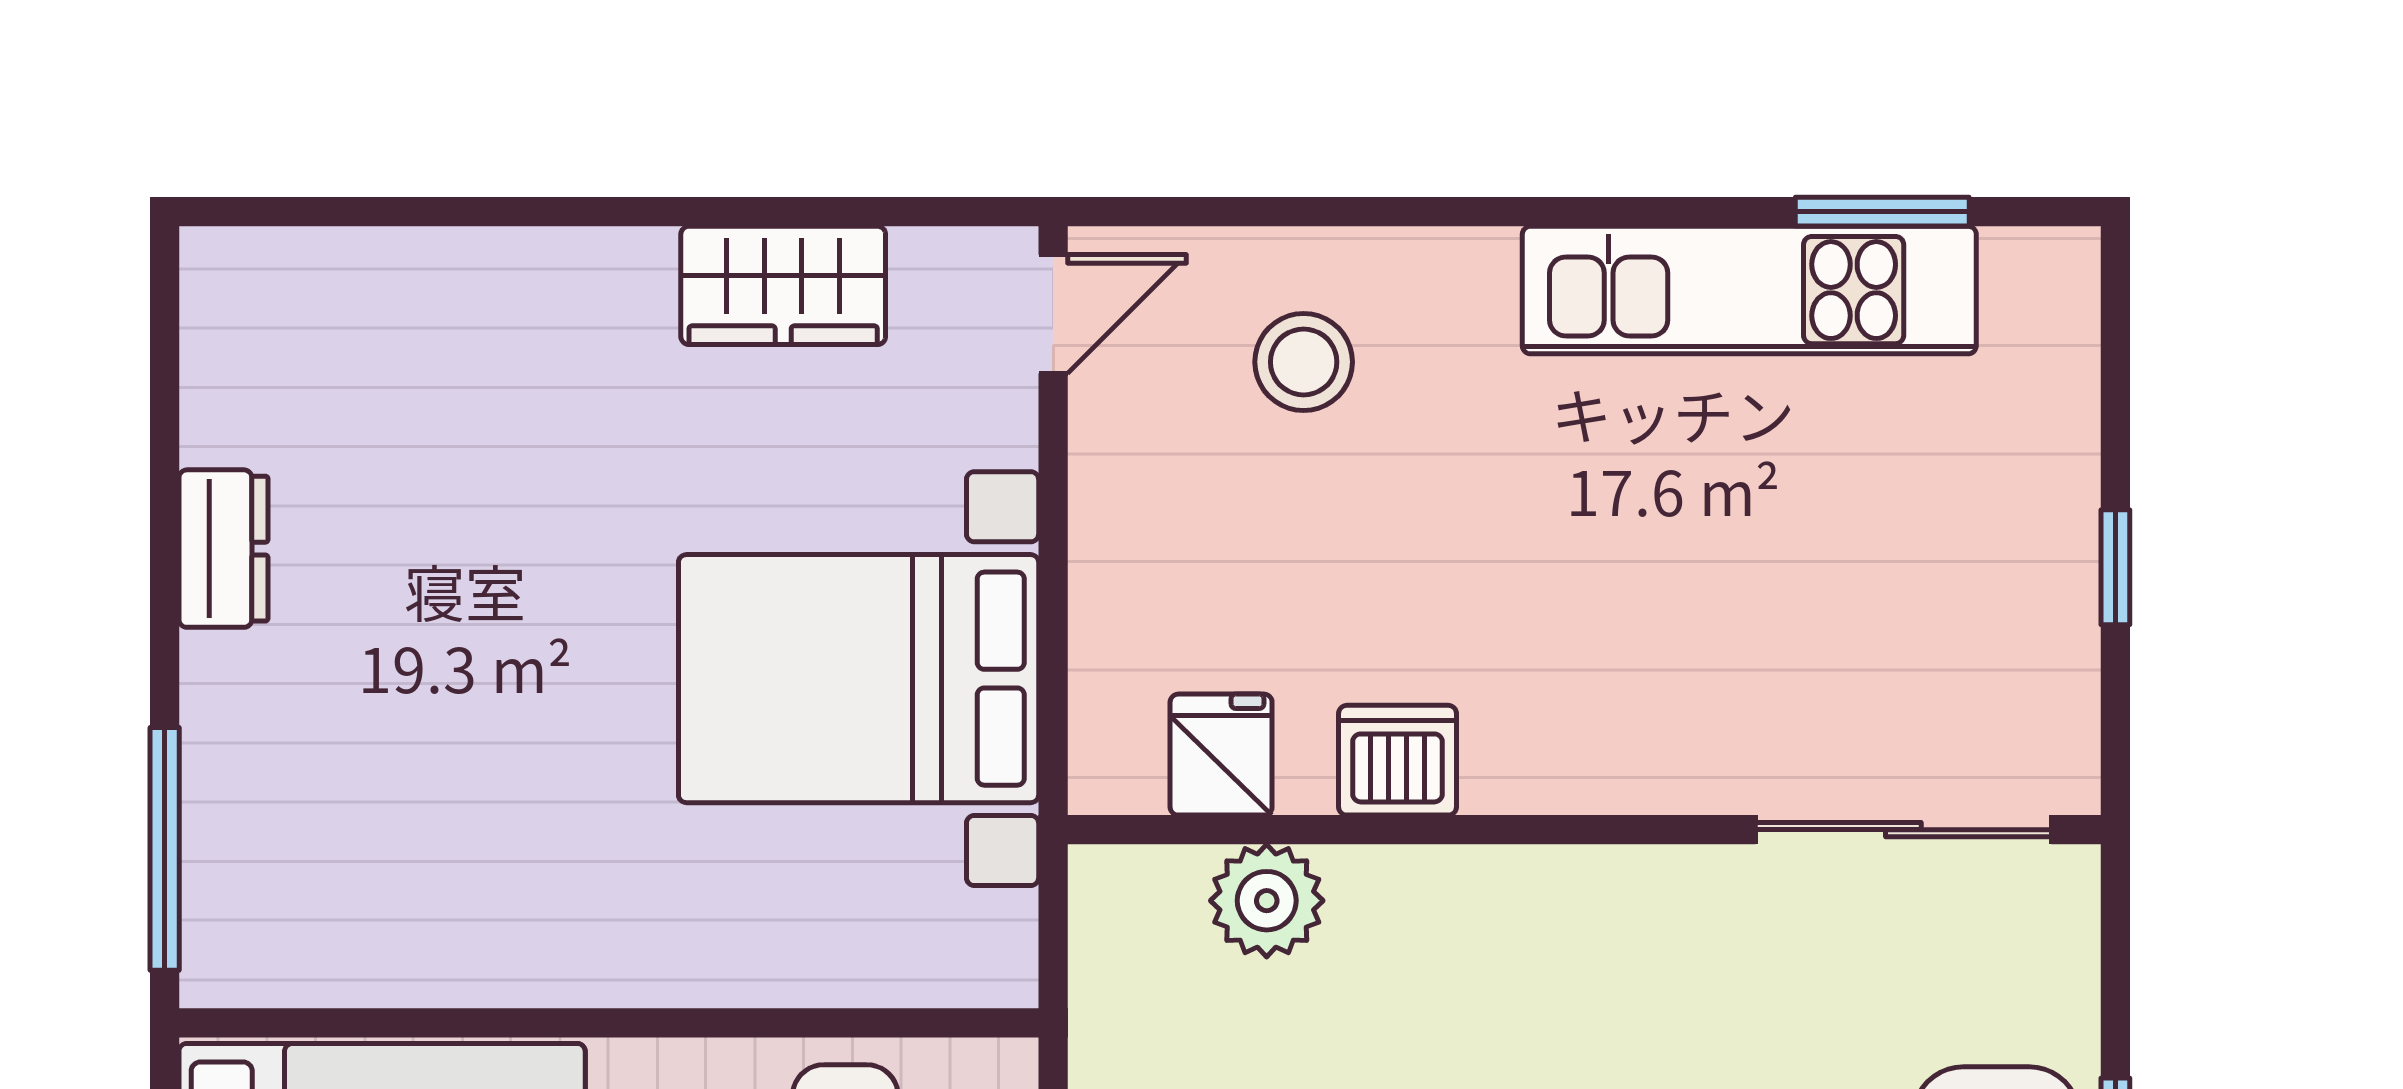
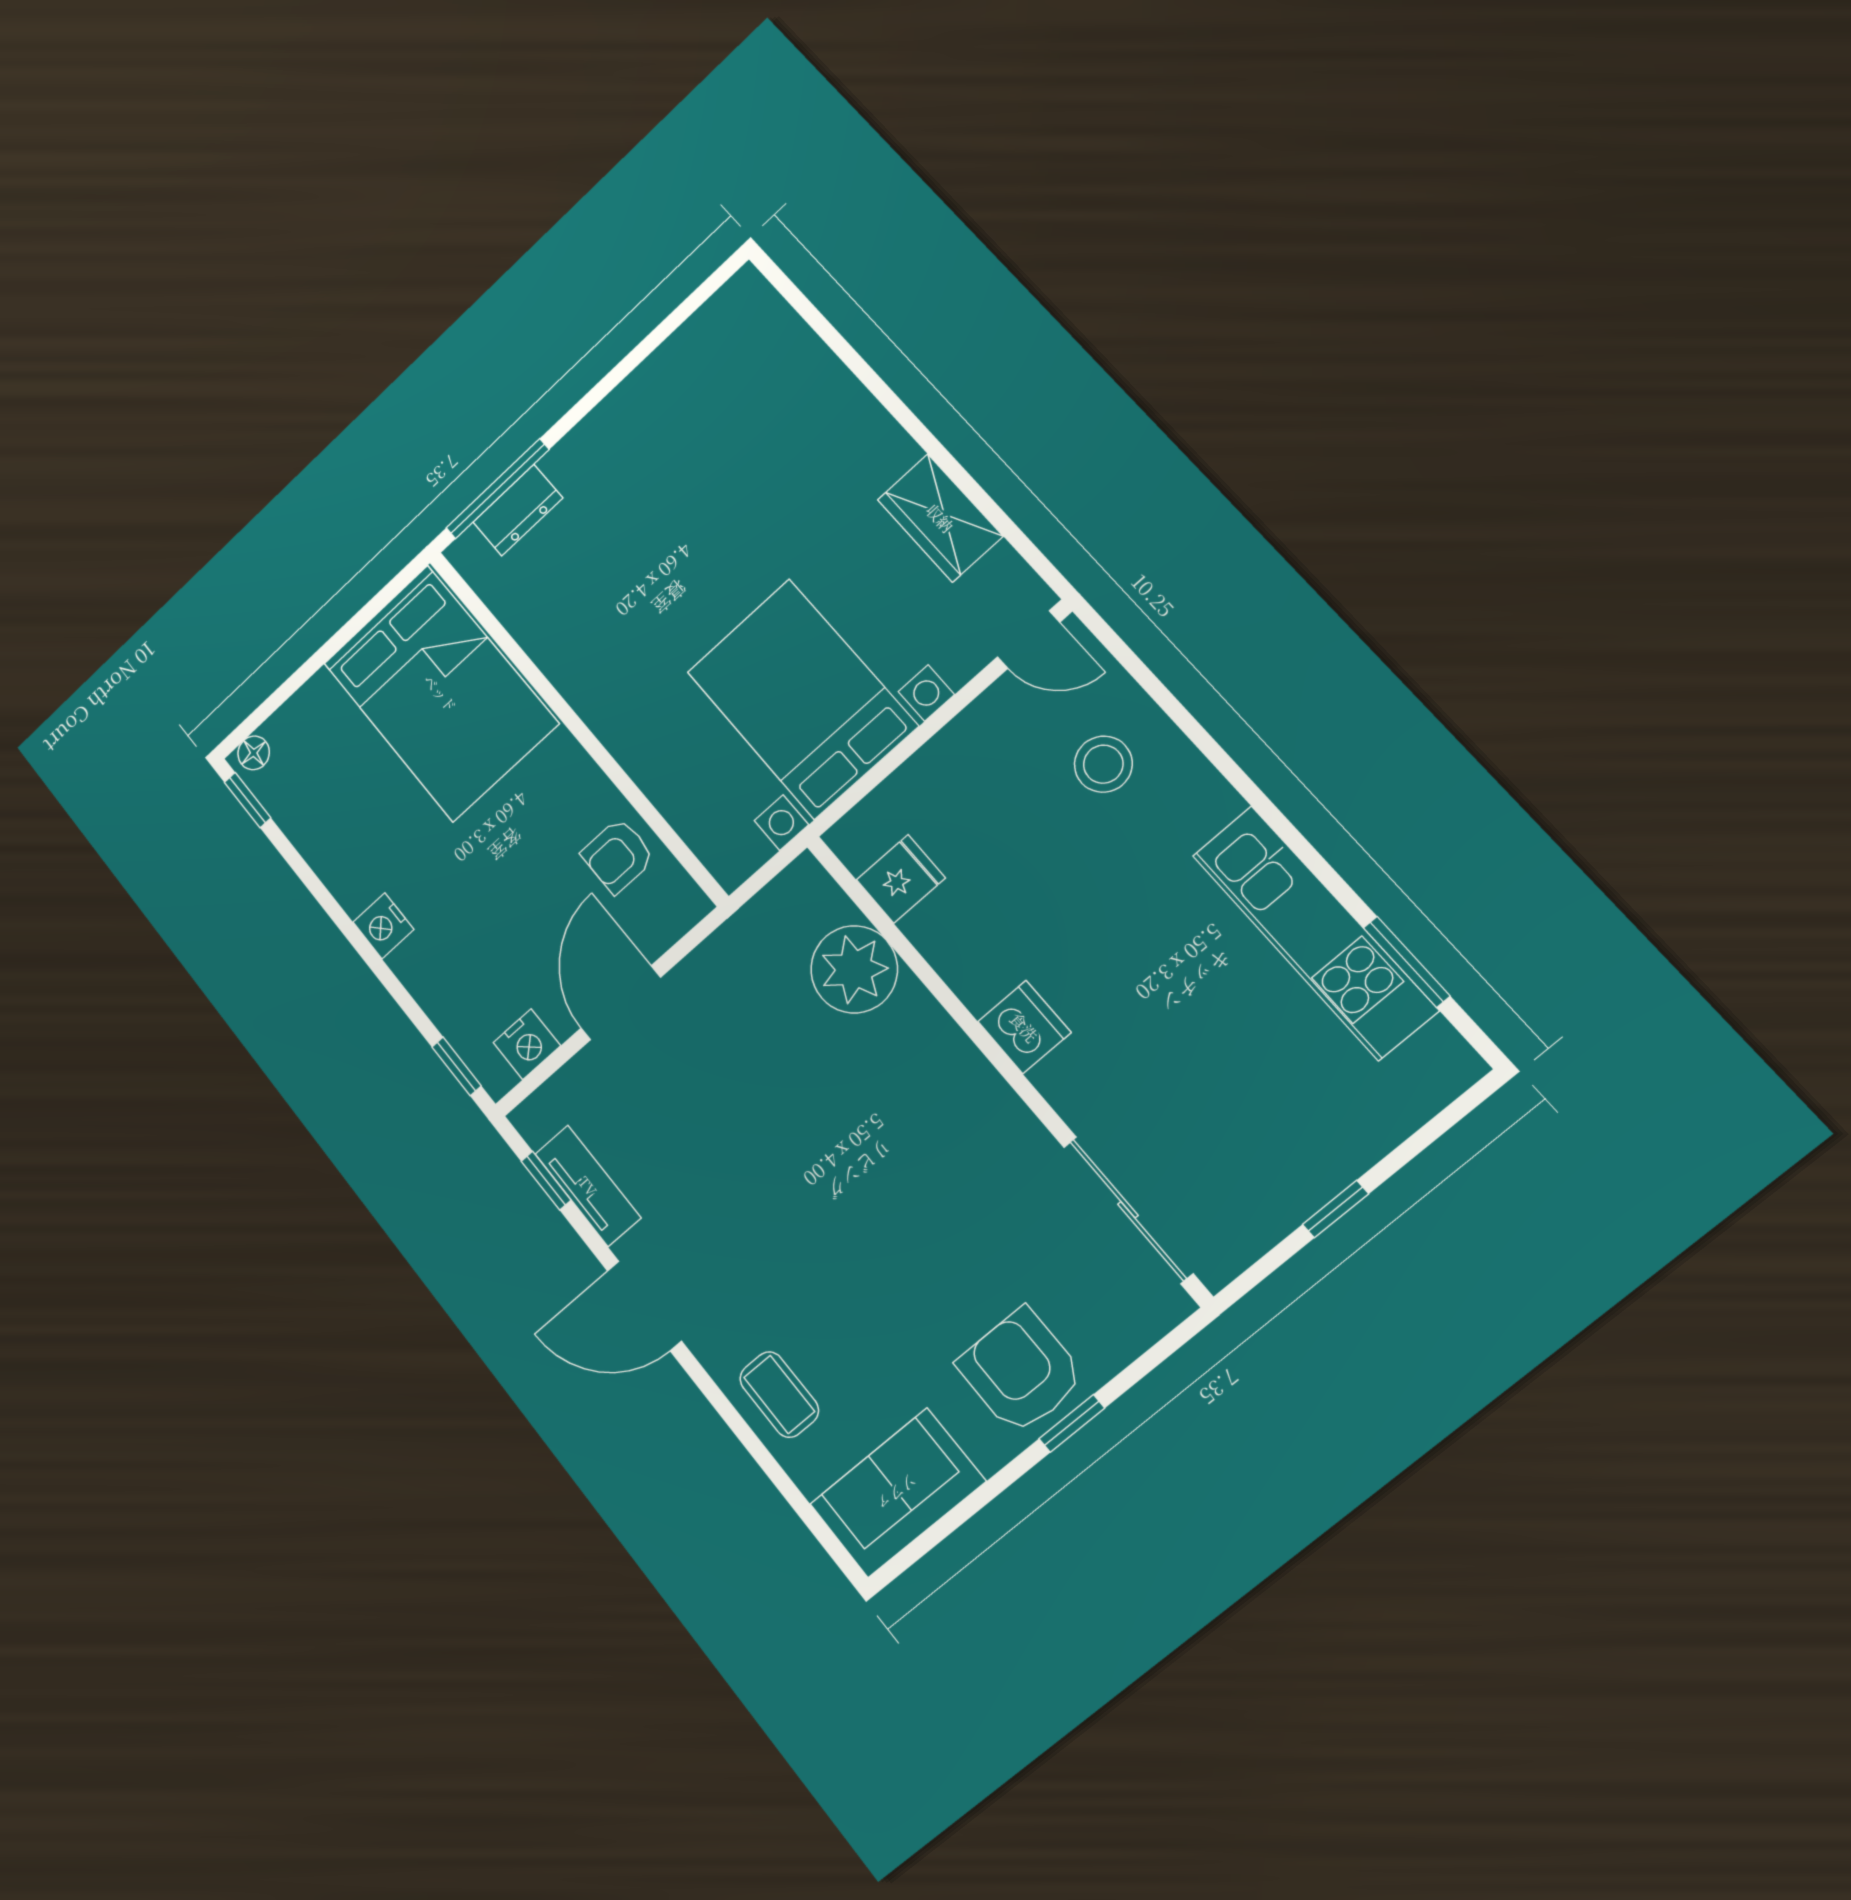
dresser: (223, 549) -> (518, 510), moved
dishwasher: (1398, 760) -> (1024, 1027), moved
plant: (1267, 901) -> (854, 969), width x1.36, depth x1.36

